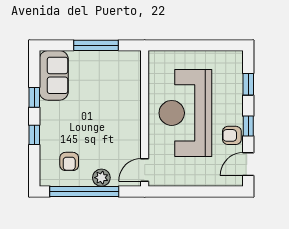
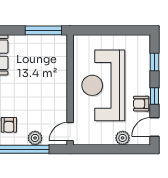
window: (96, 45) -> (43, 30), moved
plant: (209, 178) -> (123, 138), added

